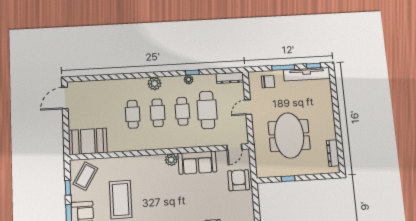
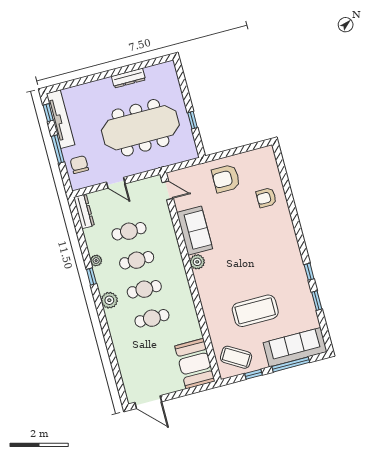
window: (192, 73) -> (91, 277), moved
cafe table: (207, 110) -> (129, 231), width x0.73, depth x0.74
meeting table: (289, 135) -> (140, 128), width x1.36
dresser: (333, 153) -> (129, 78), moved
armchair: (239, 180) -> (226, 179), moved

